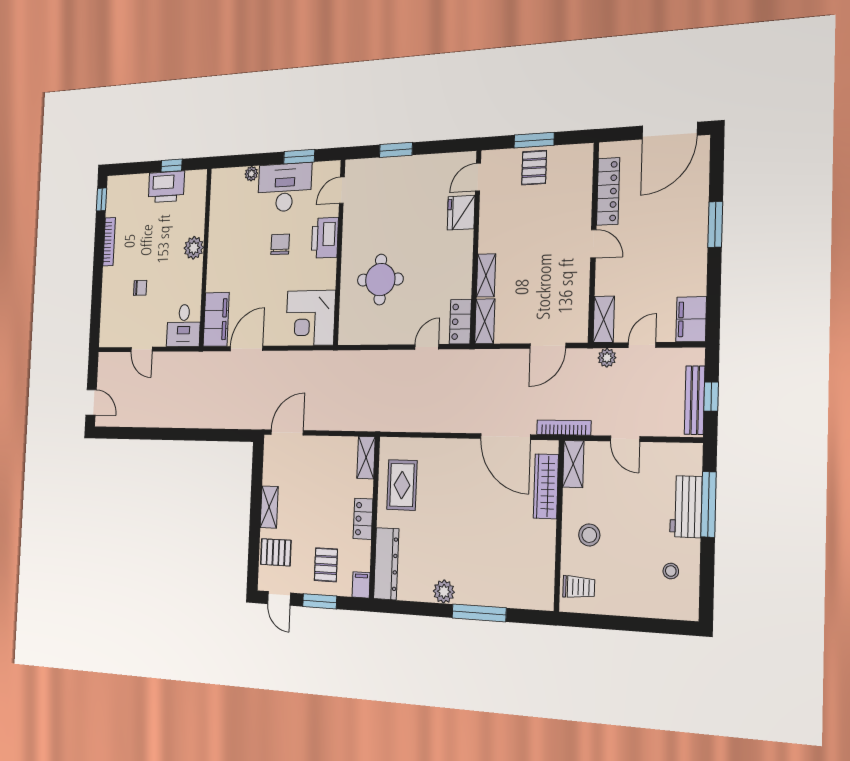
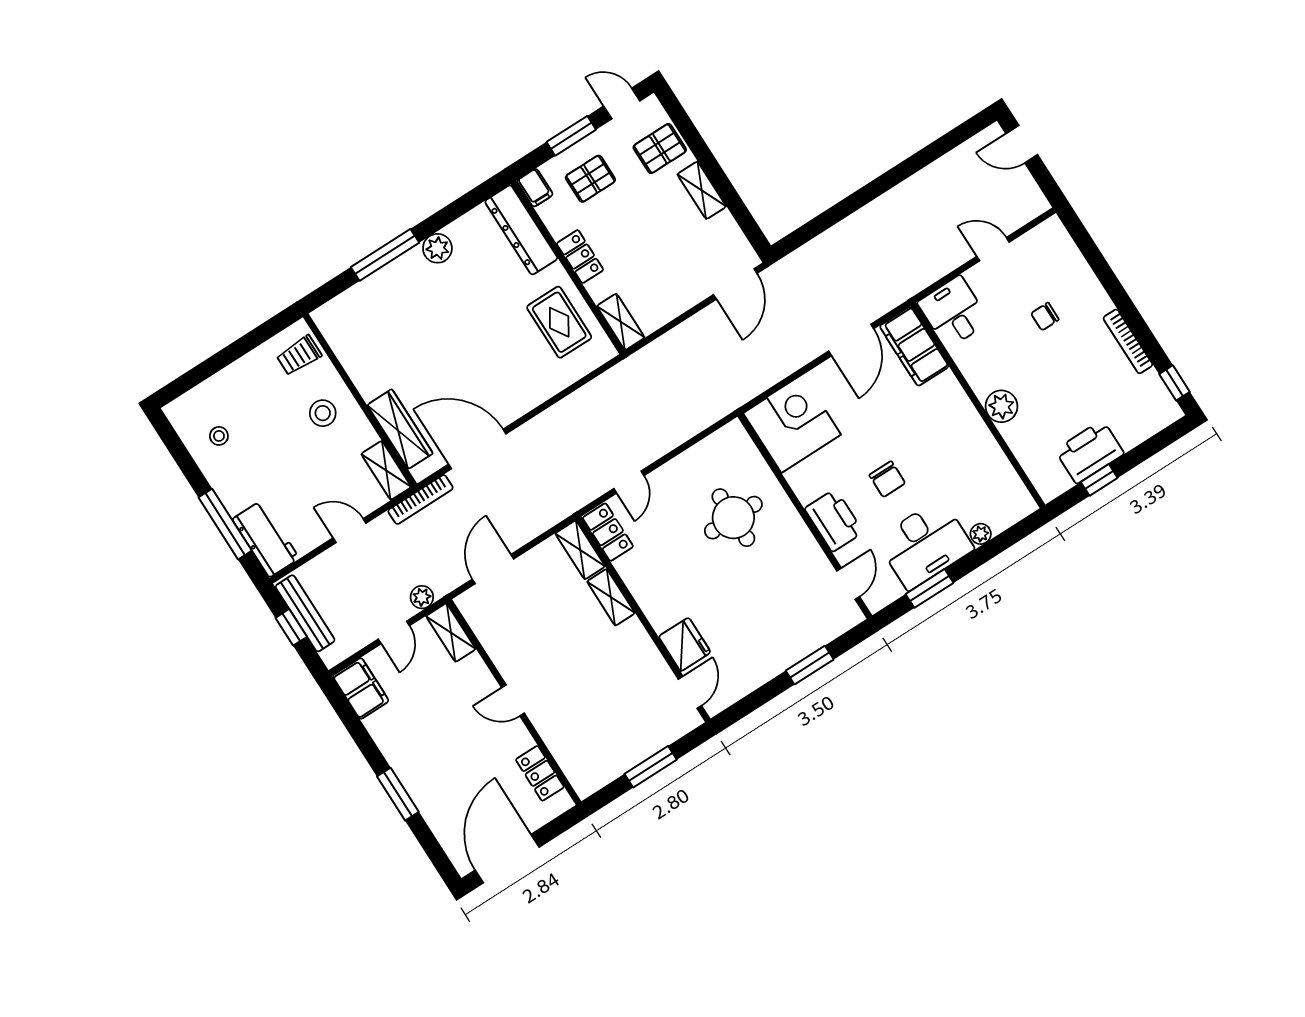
pallet: (534, 168) -> (631, 739), removed
locker: (608, 191) -> (540, 773), width x0.66
workbench: (686, 507) -> (266, 539), moved
pallet: (326, 565) -> (590, 179), turned 90

